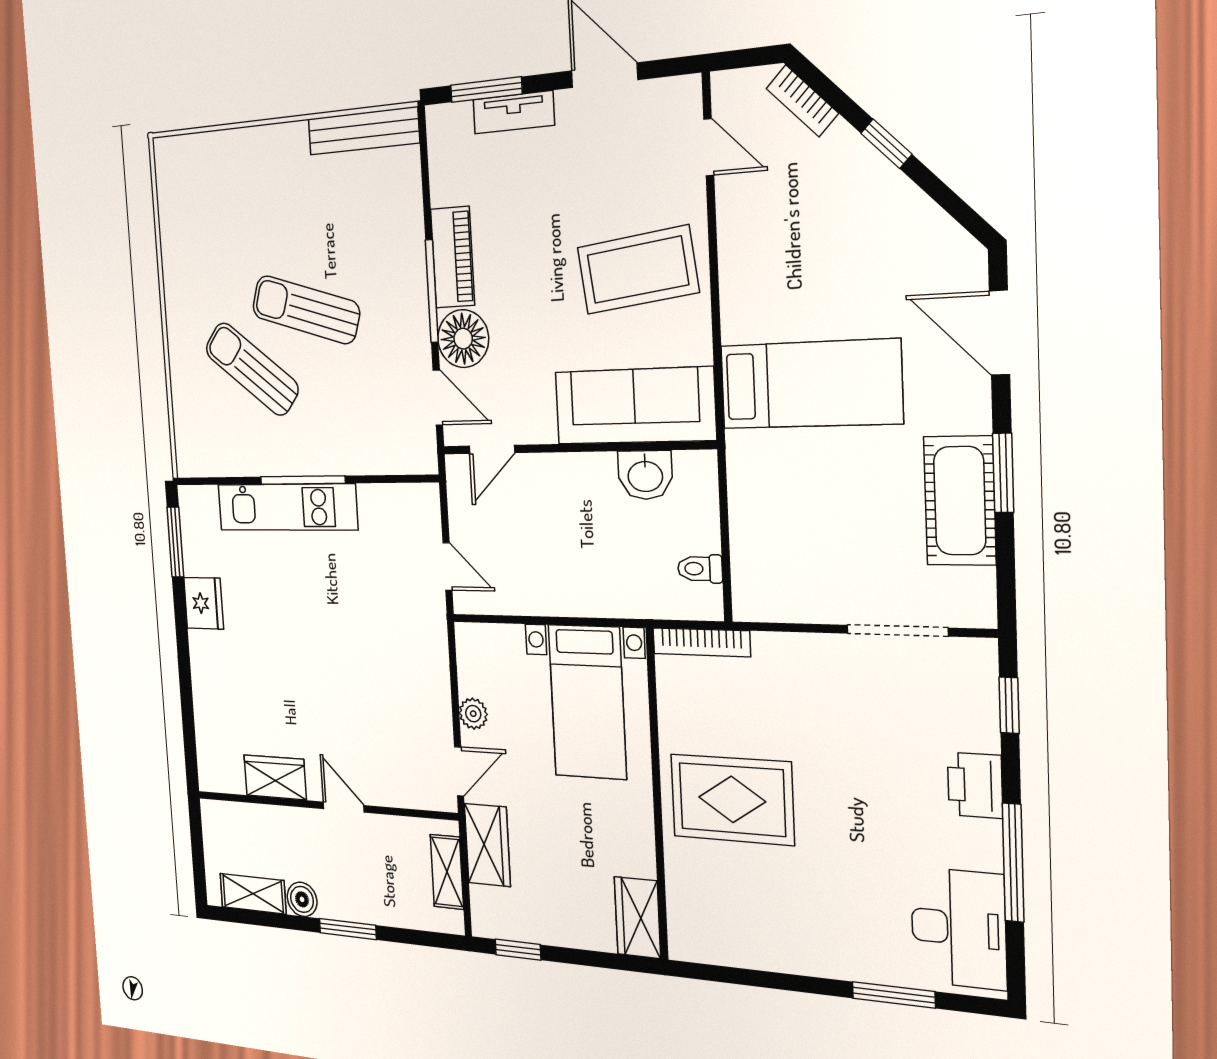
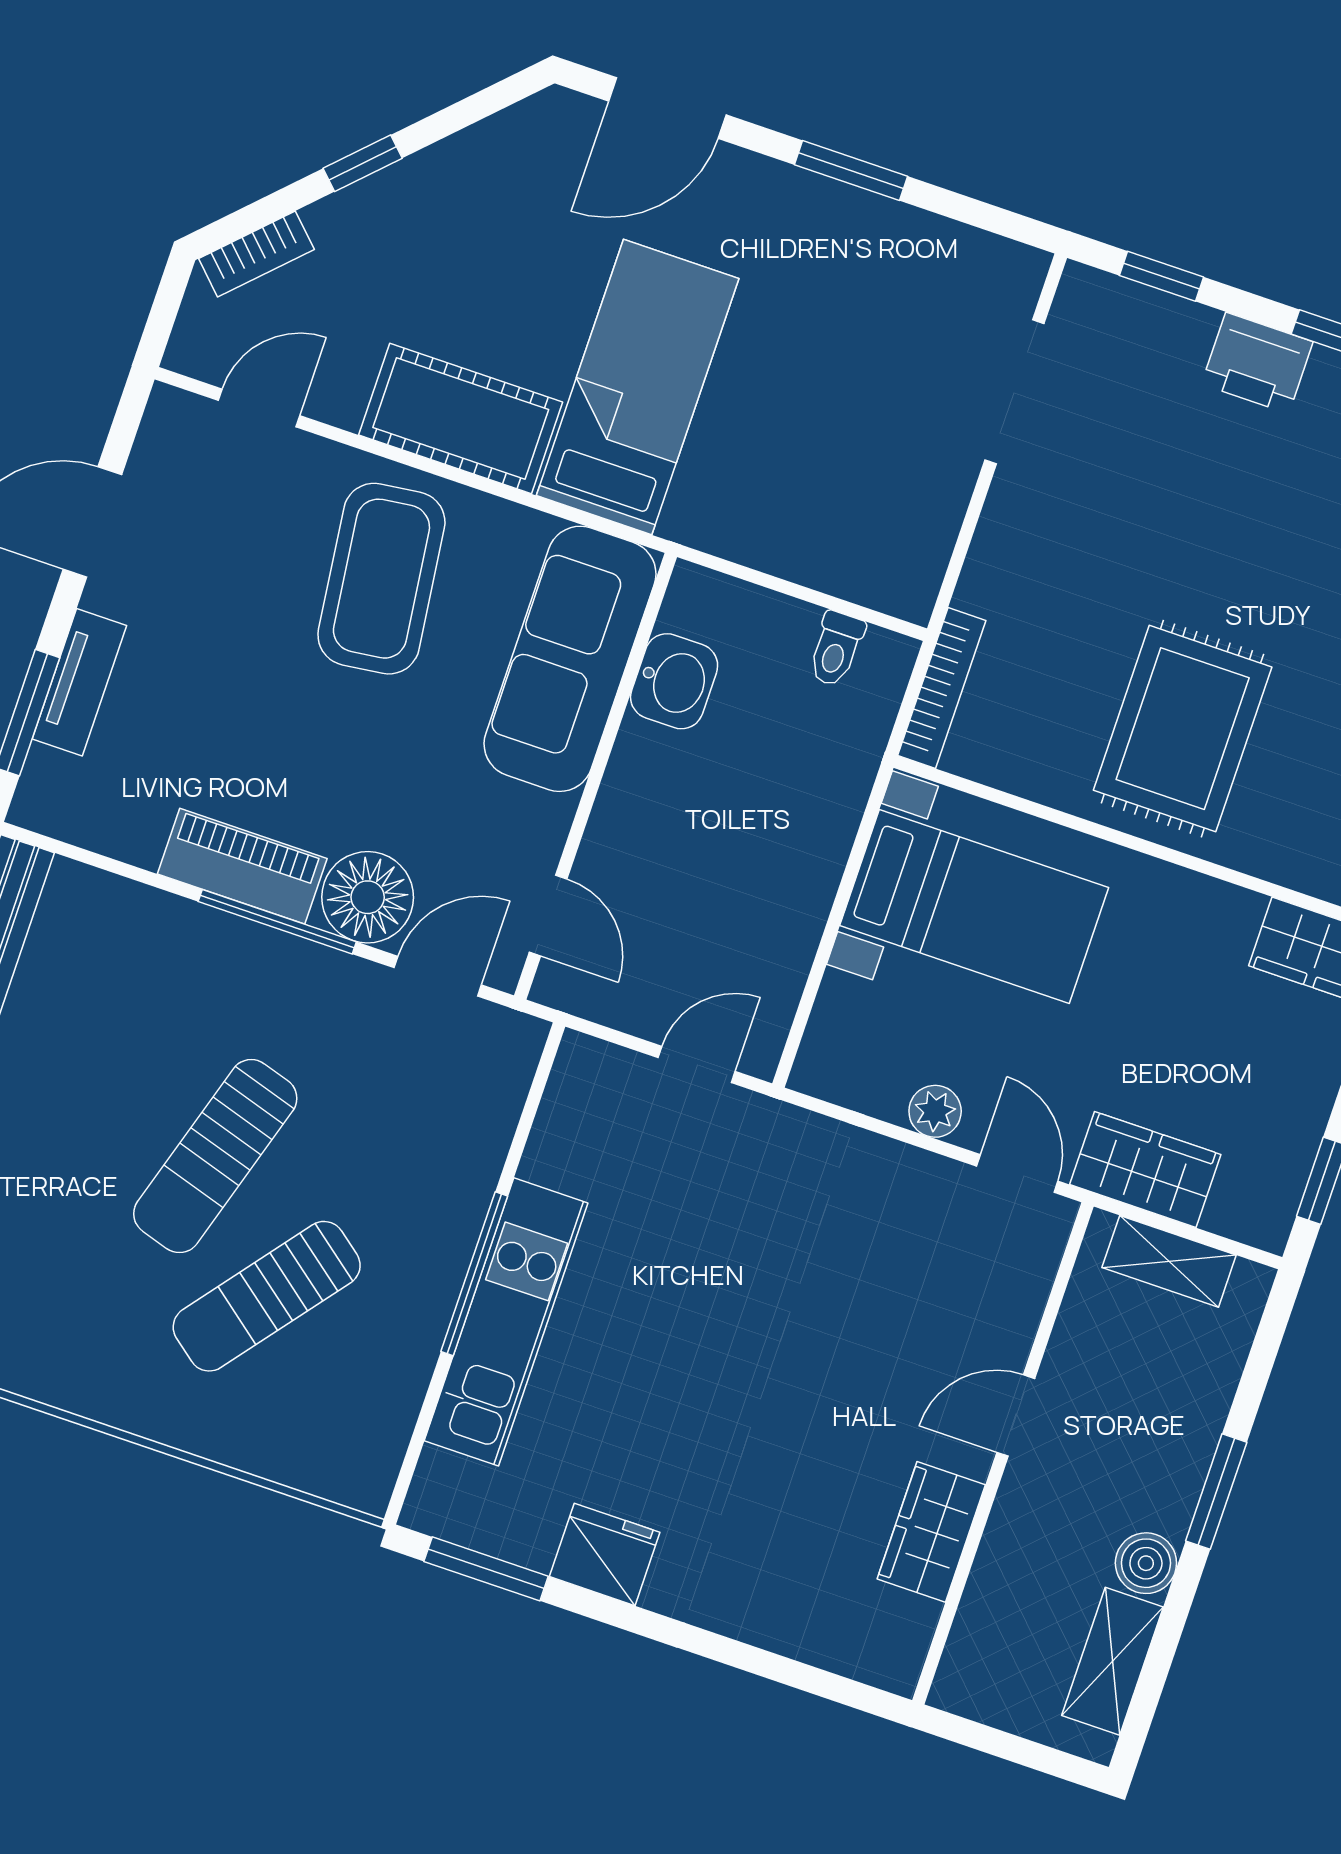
cot: (960, 501) -> (461, 419), moved

